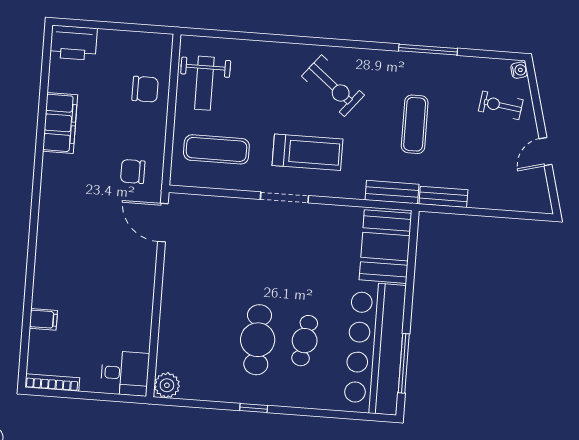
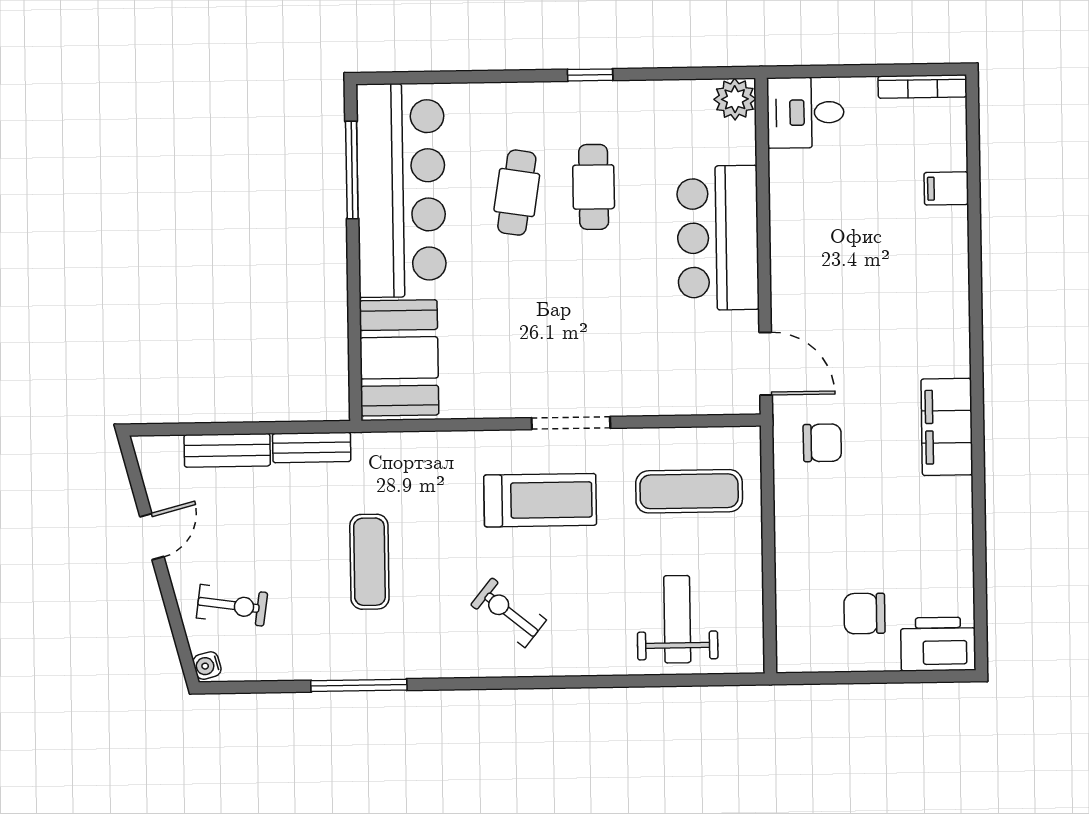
weight bench: (204, 83) -> (677, 619), moved
exercise bike: (333, 86) -> (509, 613), width x0.73, depth x0.72
chair: (145, 89) -> (864, 614), moved
filing cabinet: (60, 123) -> (947, 427), moved
treadmill: (307, 152) -> (540, 500), turned 180
bench: (392, 192) -> (227, 450), moved
bar counter: (185, 302) -> (718, 238), added
cafe table: (258, 340) -> (594, 187), width x0.73, depth x0.74

